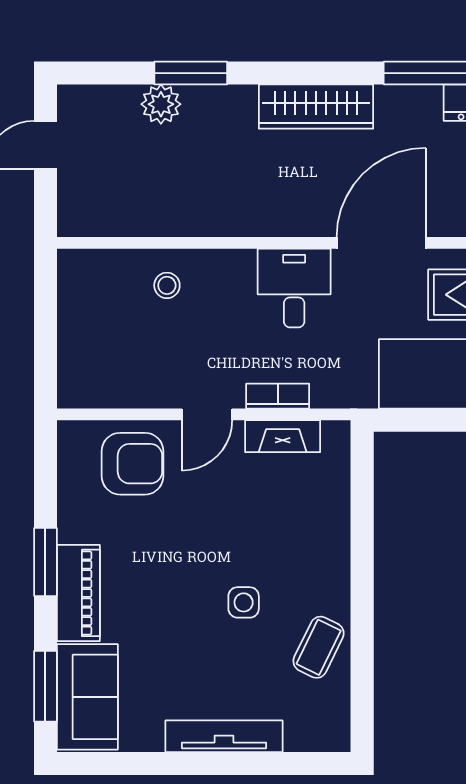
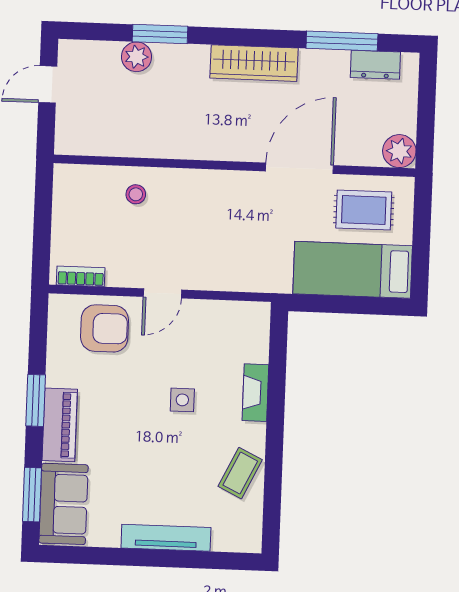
desk: (294, 288) -> (232, 200), removed
bookcase: (278, 396) -> (81, 276), moved
fireplace: (283, 436) -> (255, 393), moved, turned 90
side table: (244, 602) -> (182, 400), moved

